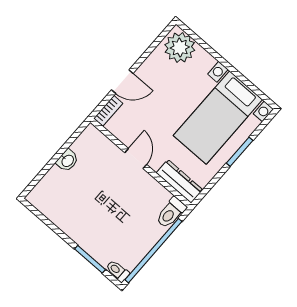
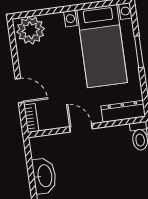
door: (122, 82) -> (20, 91), hinge flipped
washbasin: (67, 161) -> (44, 176), width x1.91, depth x1.45

